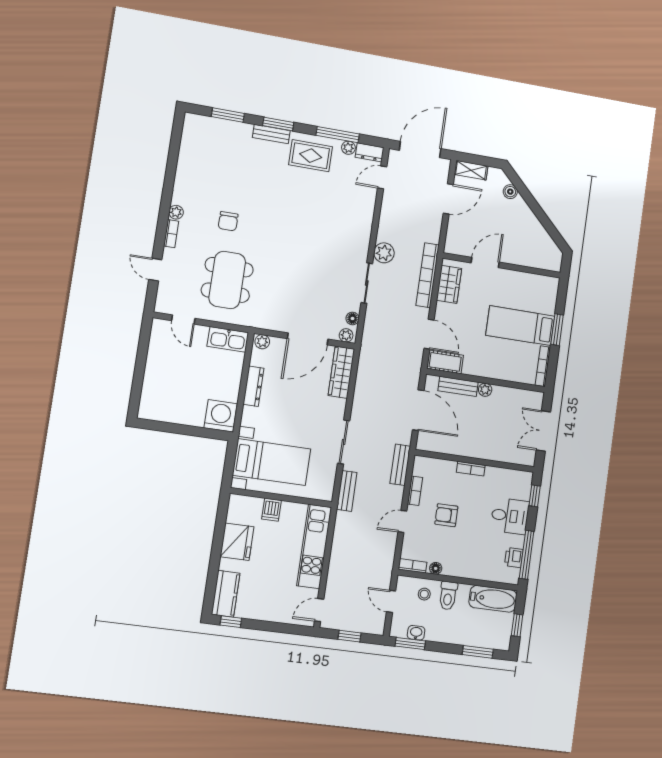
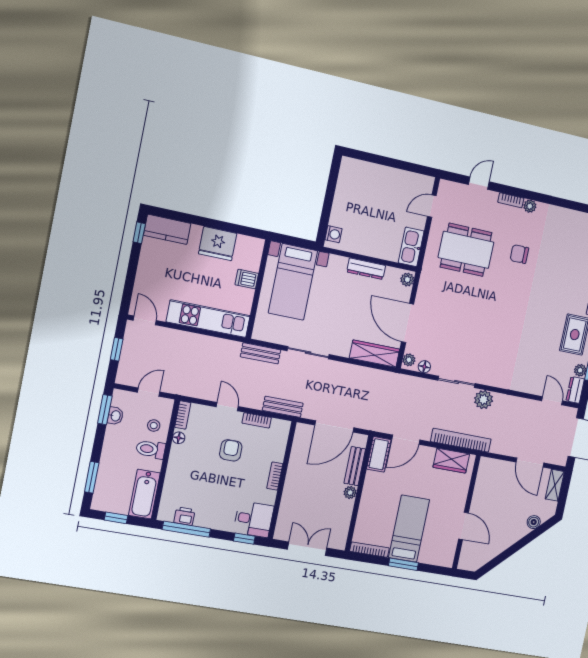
door: (485, 263) -> (463, 526), moved
washing machine: (221, 416) -> (334, 234), width x0.53, depth x0.53
desk: (510, 516) -> (254, 519), moved, turned -90

